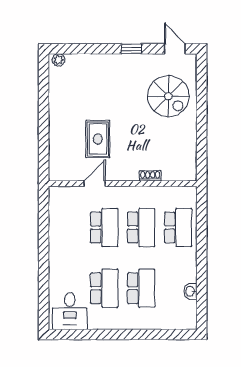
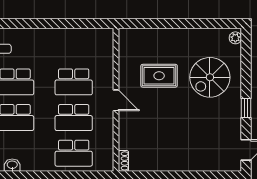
spiral stairs: (168, 96) -> (210, 77), moved
shoe rack: (150, 176) -> (123, 161), moved
door: (94, 184) -> (116, 100), moved

